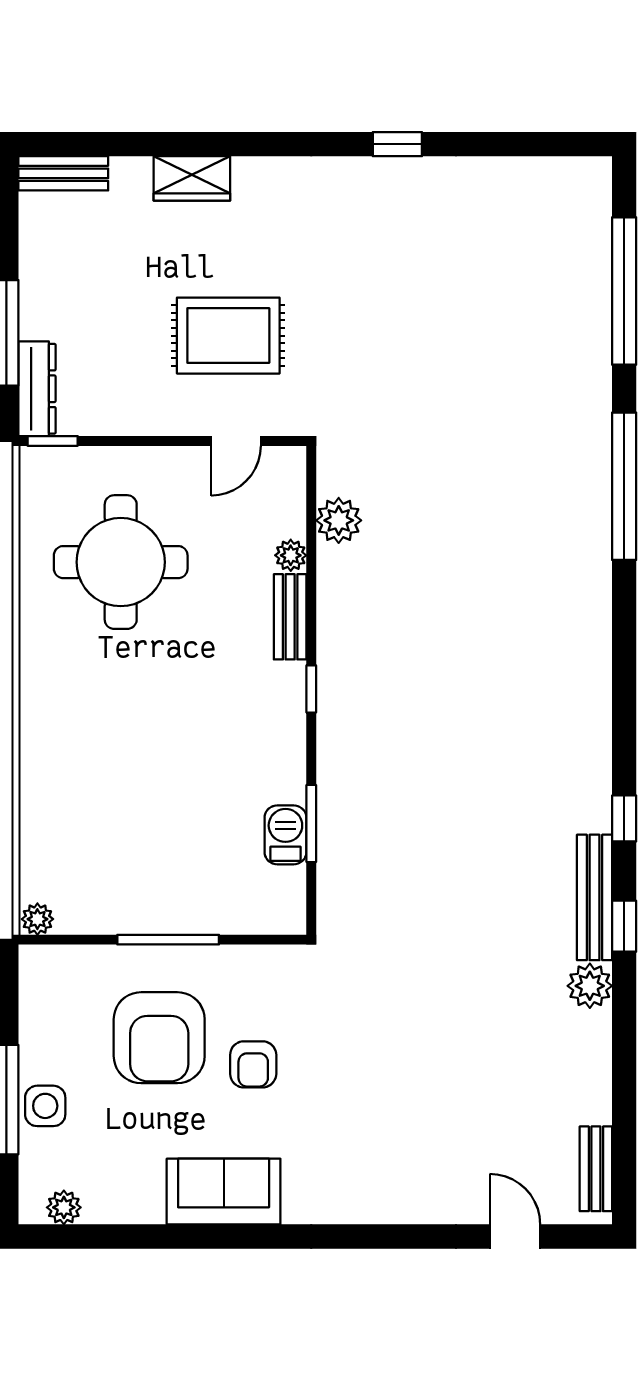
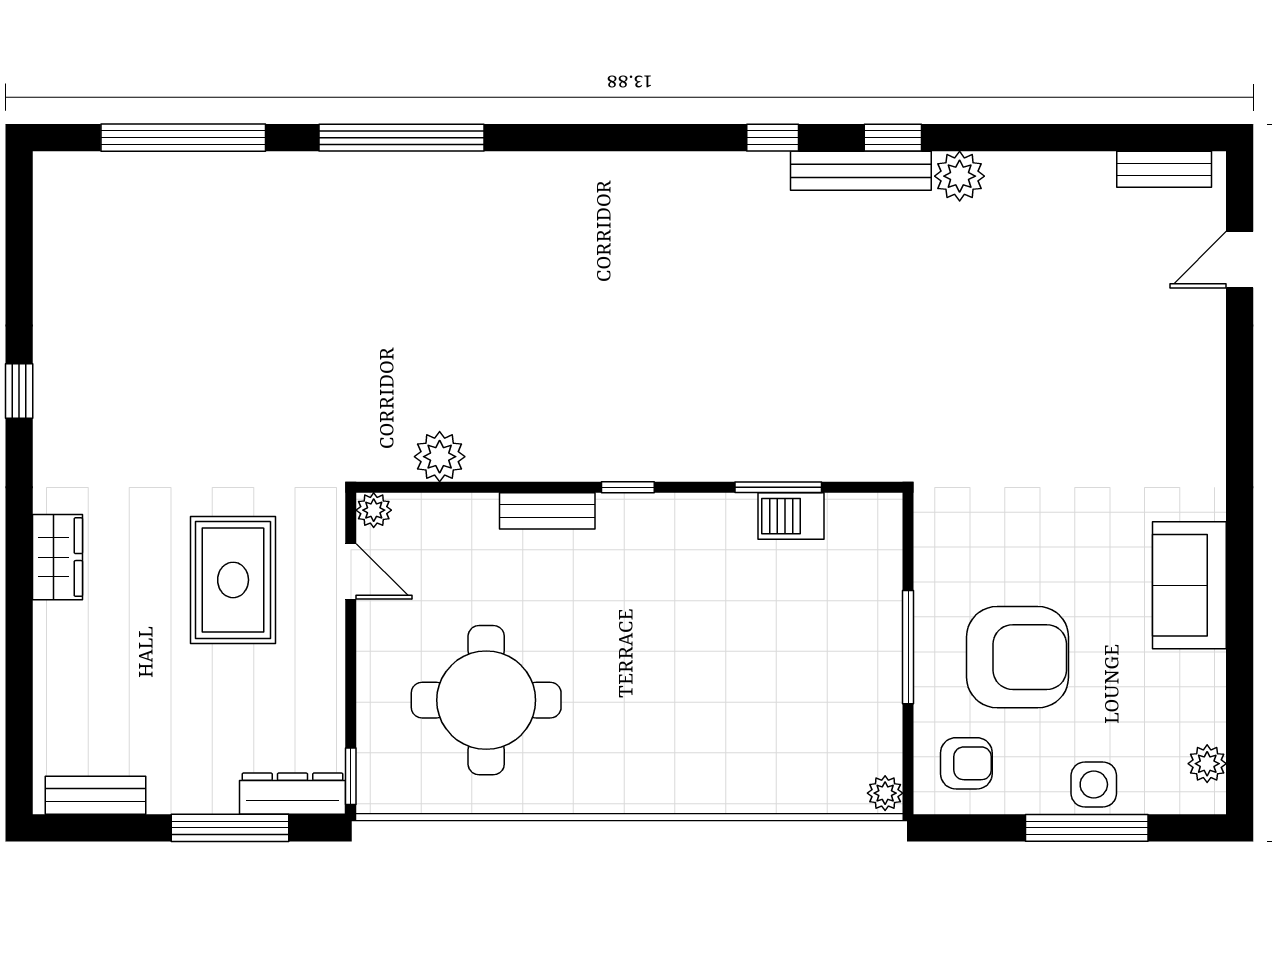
bench: (63, 173) -> (96, 795), moved, turned 90
wardrobe: (192, 178) -> (57, 557), moved
plant: (291, 555) -> (374, 510), moved
armchair: (253, 1064) -> (966, 763), moved

